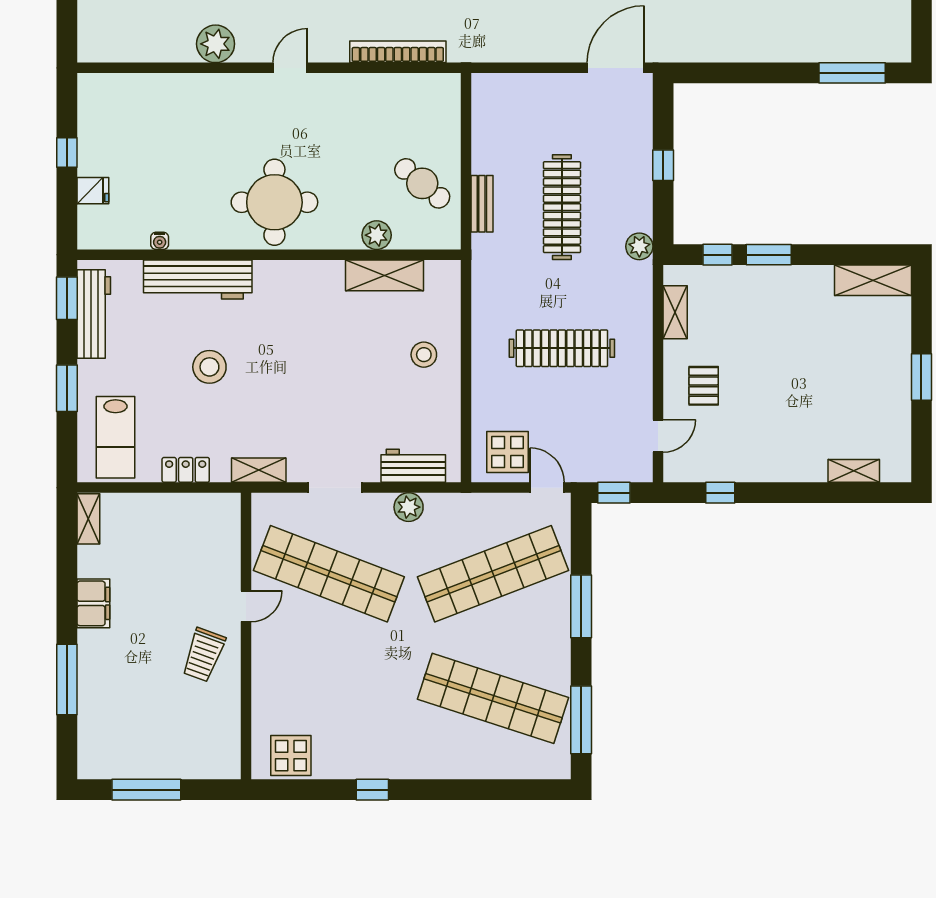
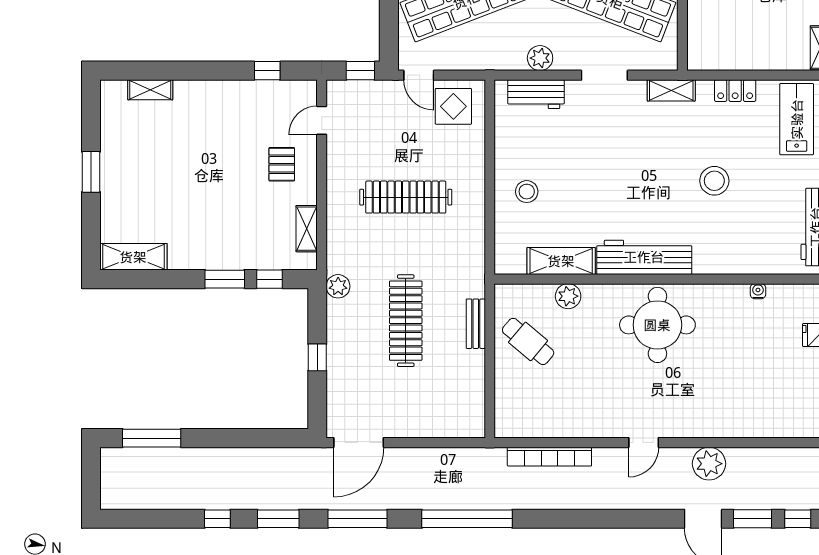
workbench: (198, 280) -> (644, 257), moved

